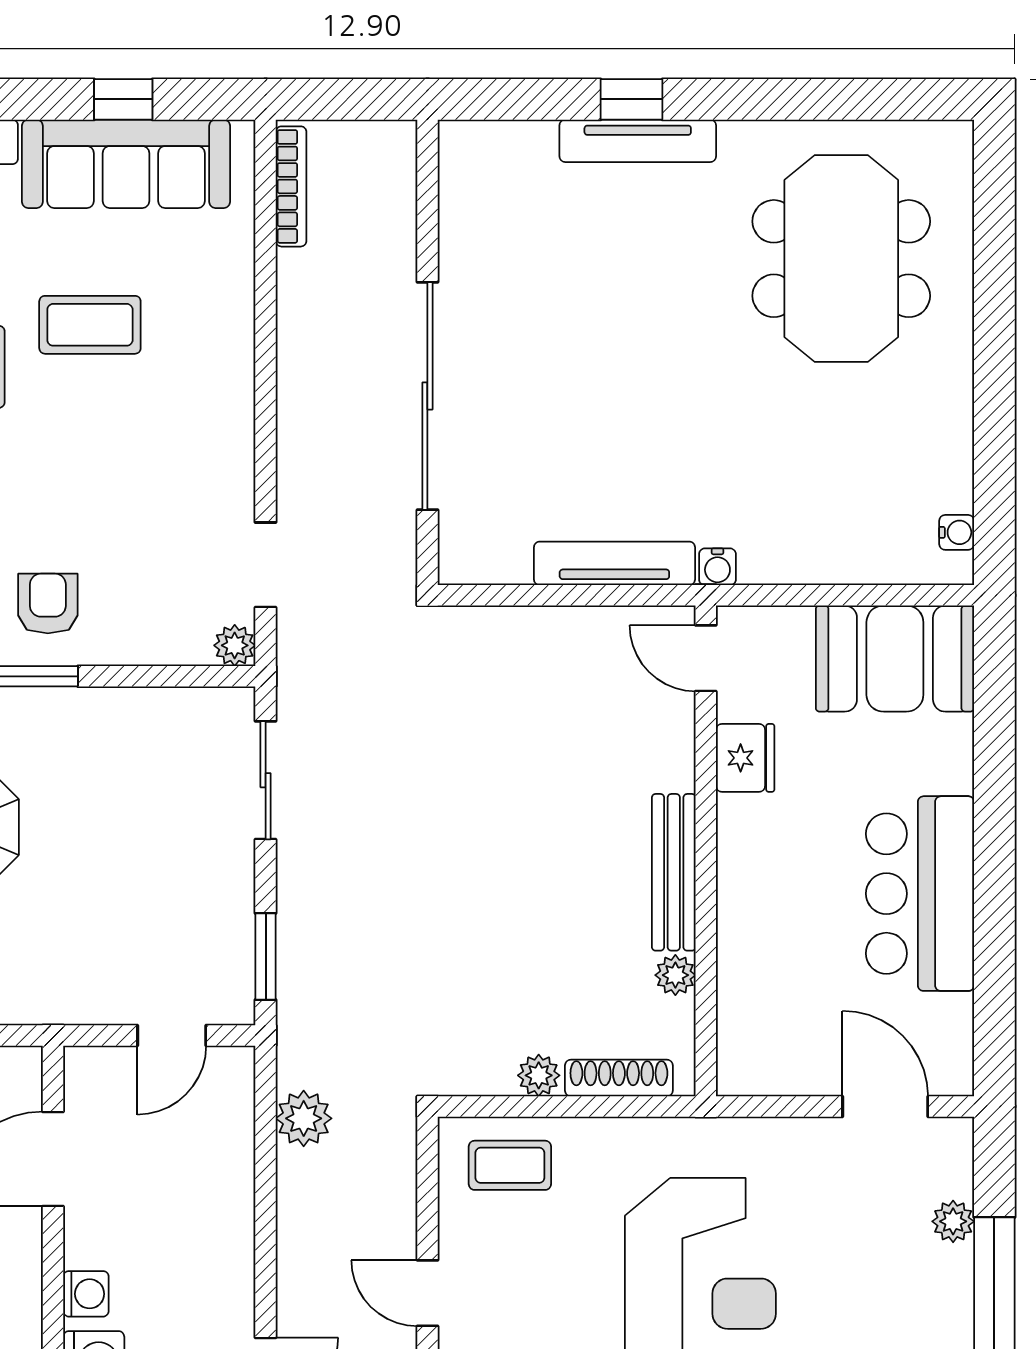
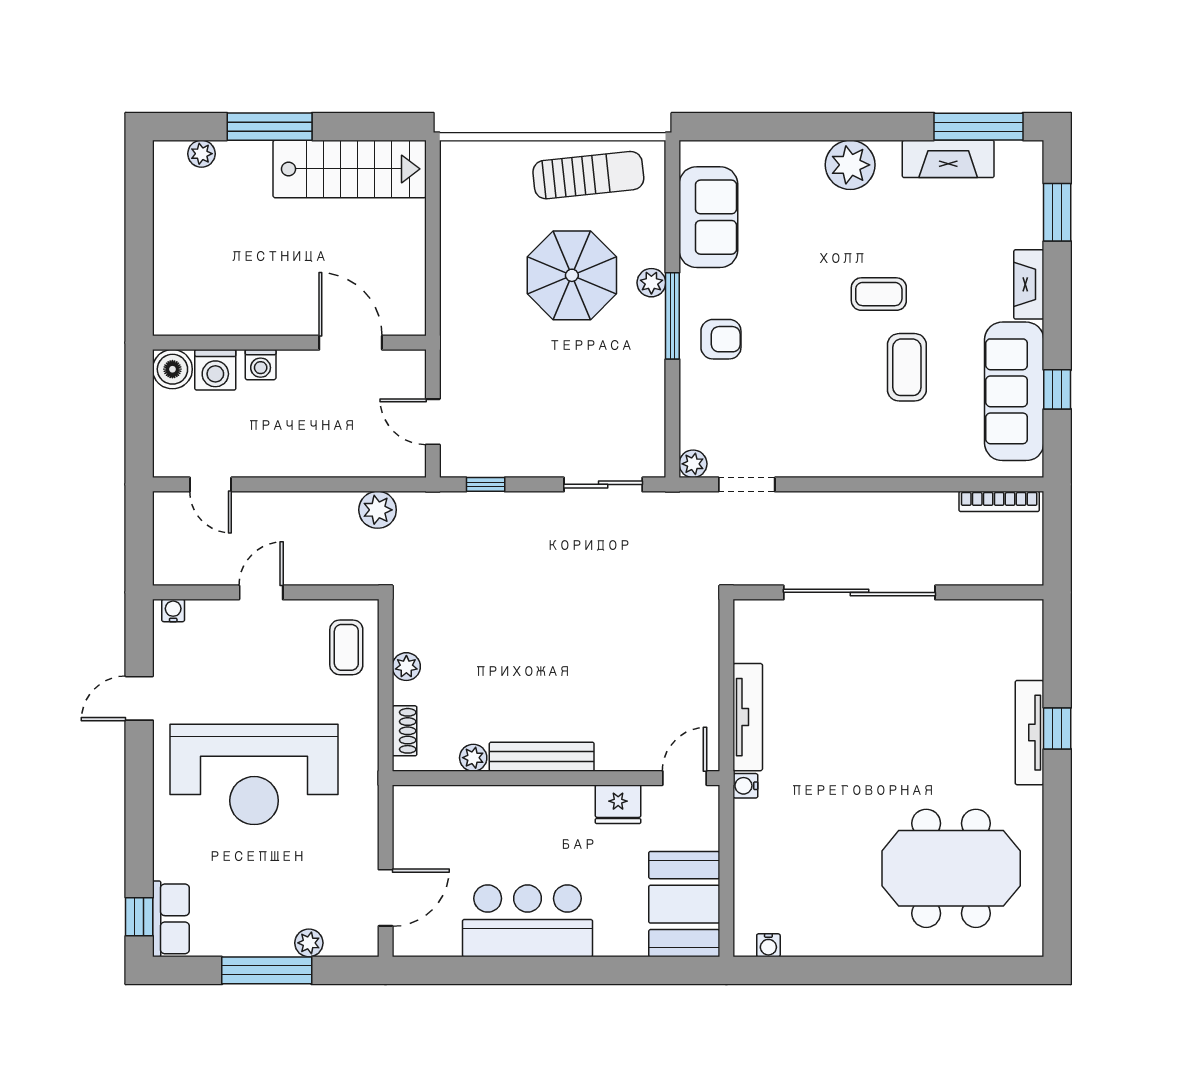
window: (266, 956) -> (486, 484), width x0.67
shoe rack: (619, 1078) -> (405, 731), width x0.70

